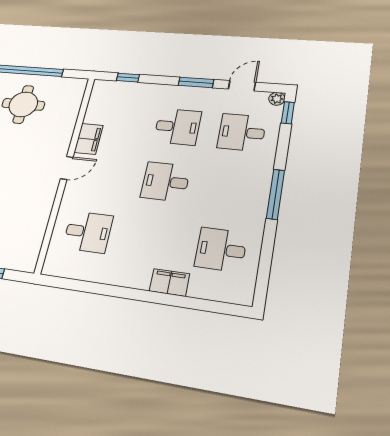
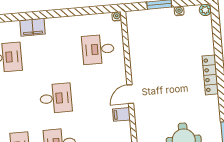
filing cabinet: (89, 139) -> (121, 114), width x0.50
water cooler: (48, 269) -> (117, 16), added

